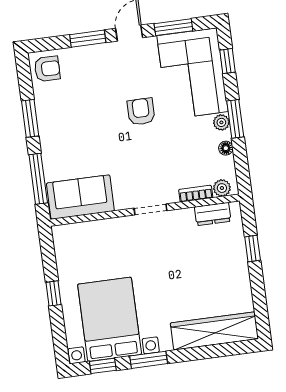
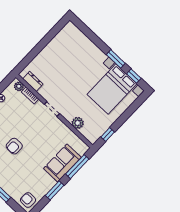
sofa: (80, 197) -> (62, 163), moved, turned 90
plant: (101, 230) -> (78, 123), added
window: (253, 249) -> (34, 53), removed
window: (53, 293) -> (108, 135), moved
wardrobe: (214, 331) -> (81, 41), removed

